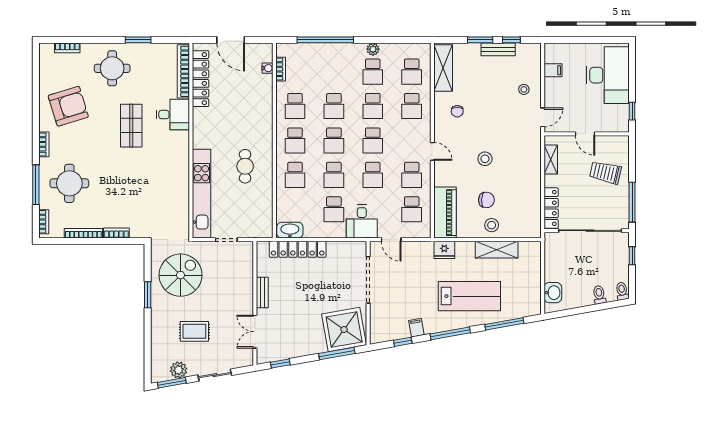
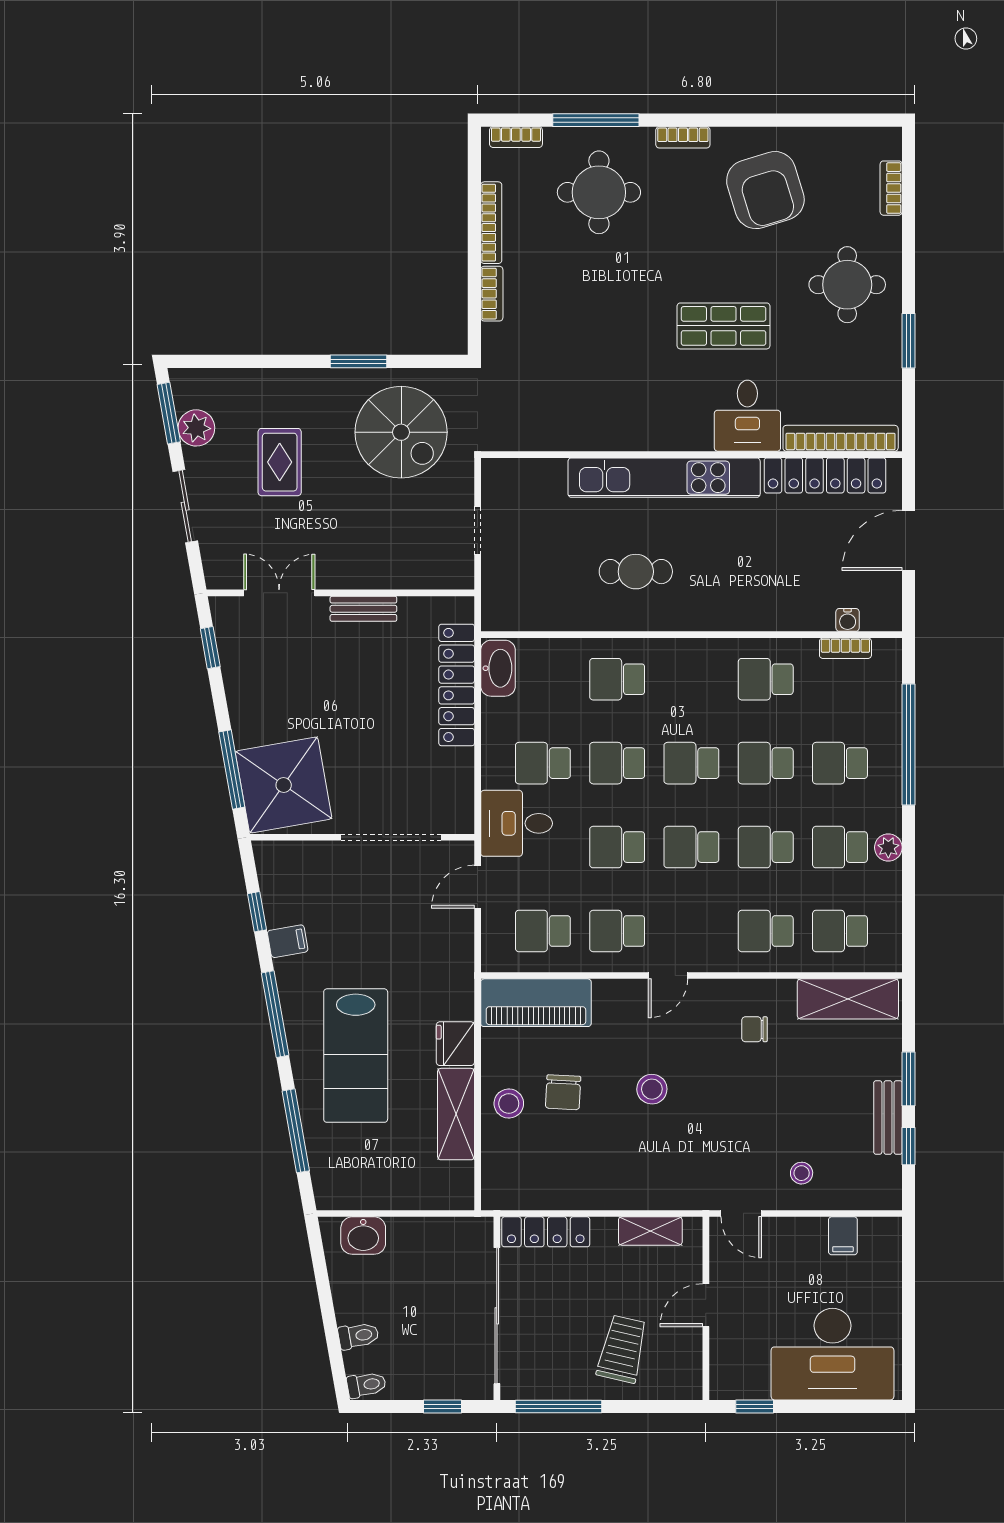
school desk: (295, 140) -> (840, 763), moved
kitchen unit: (202, 194) -> (664, 478), moved
fridge: (444, 250) -> (455, 1044), moved

